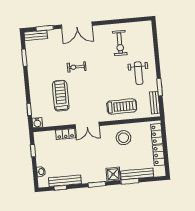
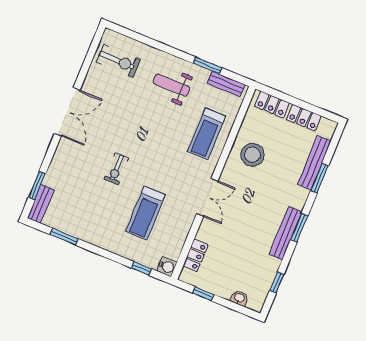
double door: (77, 25) -> (67, 112), moved
exercise bike: (120, 43) -> (118, 61), moved
weight bench: (139, 73) -> (172, 85), turned 180
treadmill: (61, 96) -> (145, 213), turned -90
treadmill: (122, 106) -> (207, 134), turned 180
locker: (65, 134) -> (195, 256), moved
shower: (113, 174) -> (297, 197), removed
bench: (65, 181) -> (286, 233), moved

